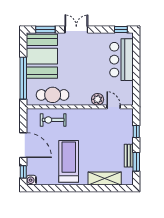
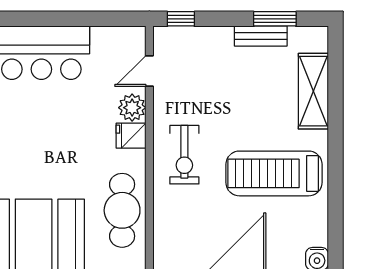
fridge: (85, 99) -> (131, 136), added
exercise bike: (53, 120) -> (184, 155), moved
window: (136, 132) -> (181, 19), moved

